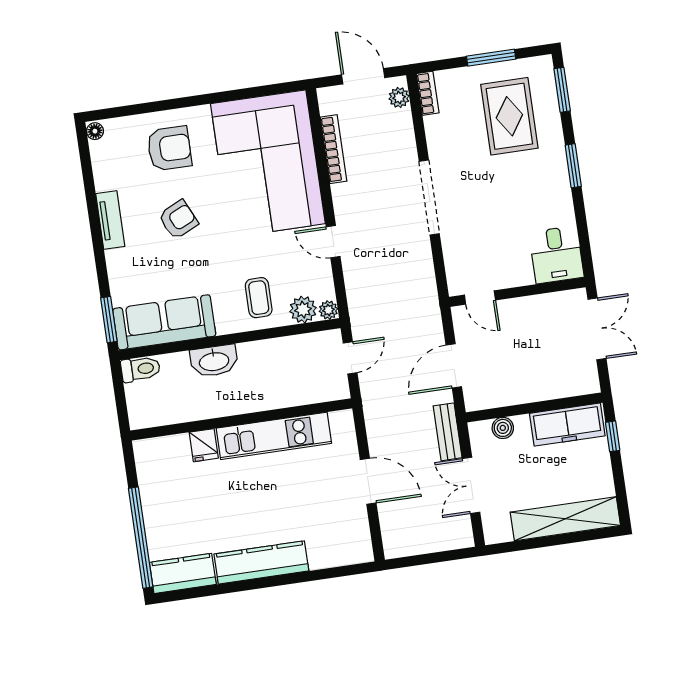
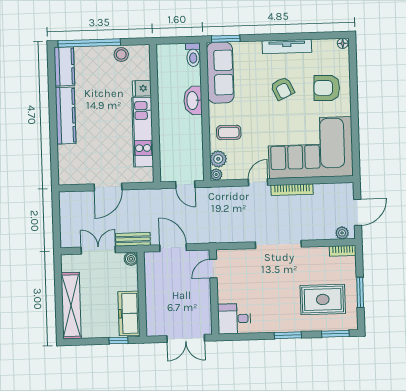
armchair: (169, 148) -> (327, 88), turned 92
bookcase: (333, 149) -> (292, 190), moved
tv unit: (110, 220) -> (287, 47), width x1.41
boiler: (503, 428) -> (131, 259), moved
stool: (153, 484) -> (121, 54), added

